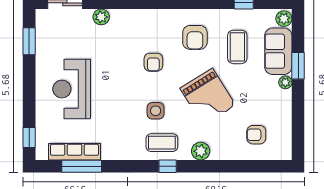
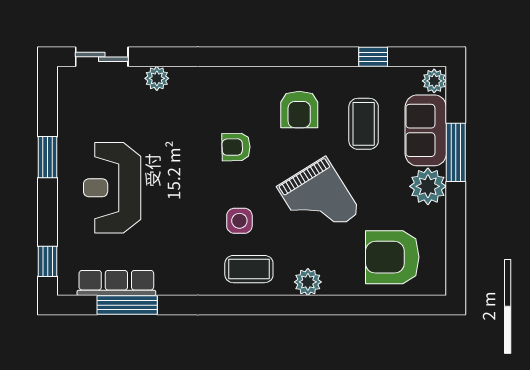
window: (29, 41) -> (48, 157), moved
armchair: (153, 62) -> (236, 147), turned 89
window: (298, 66) -> (456, 152), width x1.44
plant: (285, 82) -> (428, 186), width x1.88, depth x1.88
armchair: (256, 135) -> (392, 257), width x1.88, depth x1.88
window: (168, 166) -> (258, 305), removed

